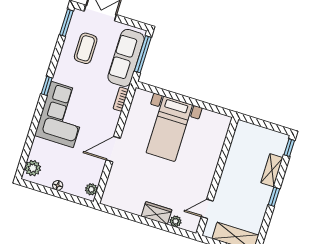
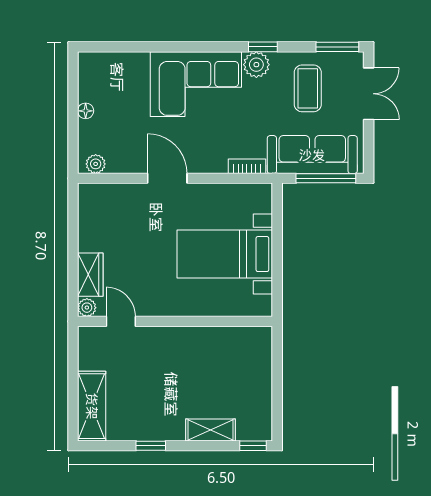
coffee table: (86, 48) -> (308, 88), turned 90
window: (47, 86) -> (263, 47), moved
plant: (33, 168) -> (256, 65), moved
wall: (217, 176) -> (175, 321), moved
window: (274, 197) -> (151, 446), moved
door: (207, 209) -> (121, 321), moved

